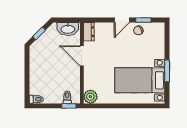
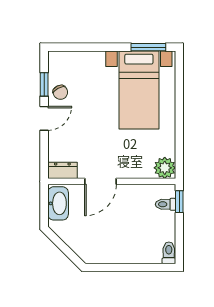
door: (122, 20) -> (44, 118), hinge flipped
window: (39, 33) -> (65, 249), removed
window: (167, 71) -> (148, 47), moved

